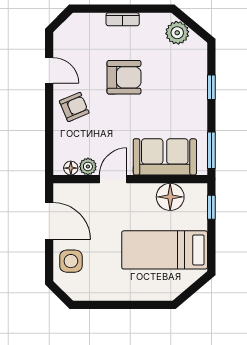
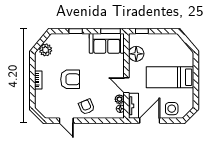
door: (49, 70) -> (66, 121), swing flipped
armchair: (124, 77) -> (70, 79), turned 90
sofa: (165, 157) -> (107, 43), moved, turned -90
tv unit: (76, 192) -> (133, 106), added
bed: (165, 250) -> (170, 77), moved, turned 90

